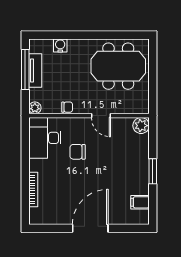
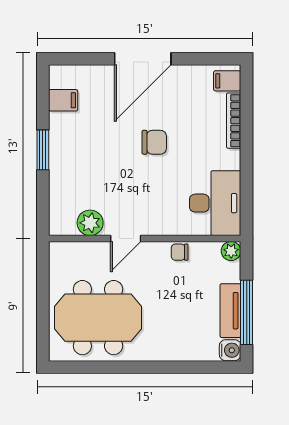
water cooler: (60, 45) -> (230, 350), moved, turned -90
door: (101, 116) -> (126, 238), swing flipped
plant: (141, 126) -> (90, 223), moved
chair: (78, 152) -> (154, 142), moved
filing cabinet: (37, 214) -> (227, 81), added

